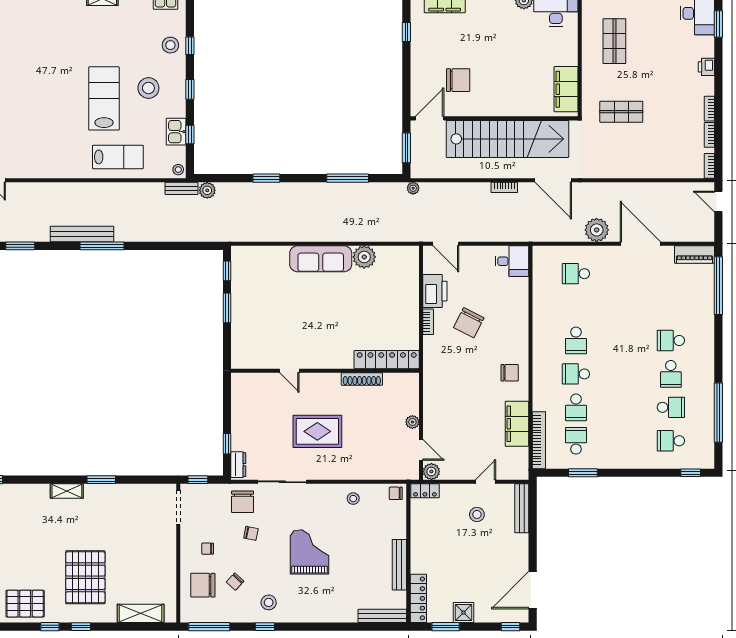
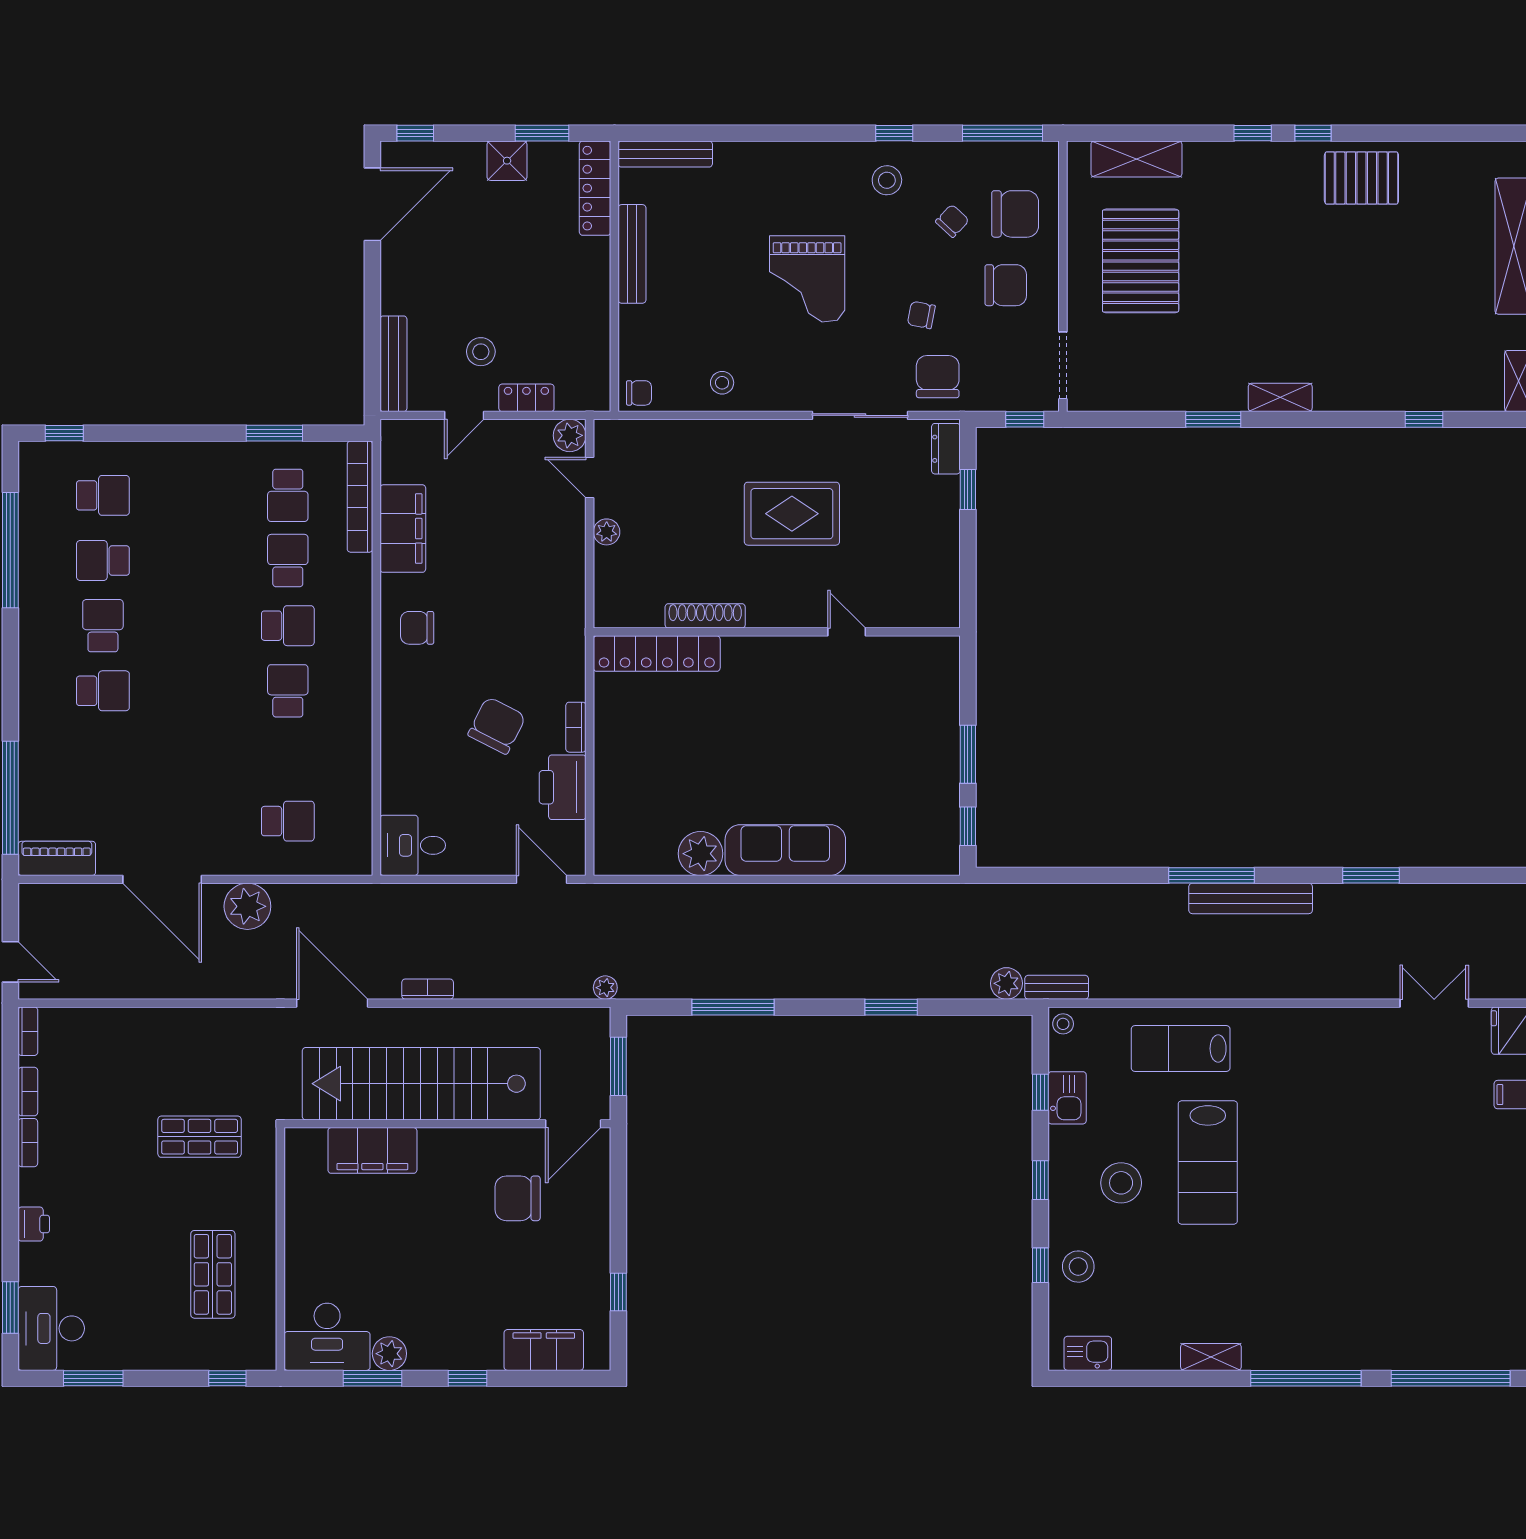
filing cabinet: (566, 89) -> (372, 1150), moved, turned 90
locker: (425, 491) -> (526, 398), moved
chair: (208, 549) -> (1006, 285), width x1.87, depth x1.87
pallet: (85, 577) -> (1141, 261), moved

